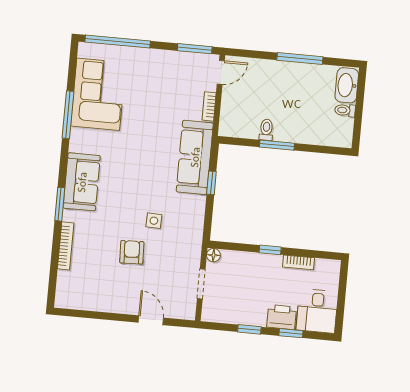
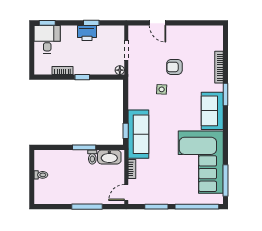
window: (195, 49) -> (156, 207), moved
window: (300, 58) -> (87, 207), moved
washbasin: (347, 85) -> (109, 157), moved, turned 90
corner sofa: (98, 94) -> (201, 162), width x1.36, depth x1.36
window: (68, 115) -> (225, 180), moved
window: (211, 183) -> (126, 131), moved
armchair: (132, 252) -> (174, 67), turned 92
printer: (282, 317) -> (87, 33), moved
window: (291, 333) -> (47, 23), moved

